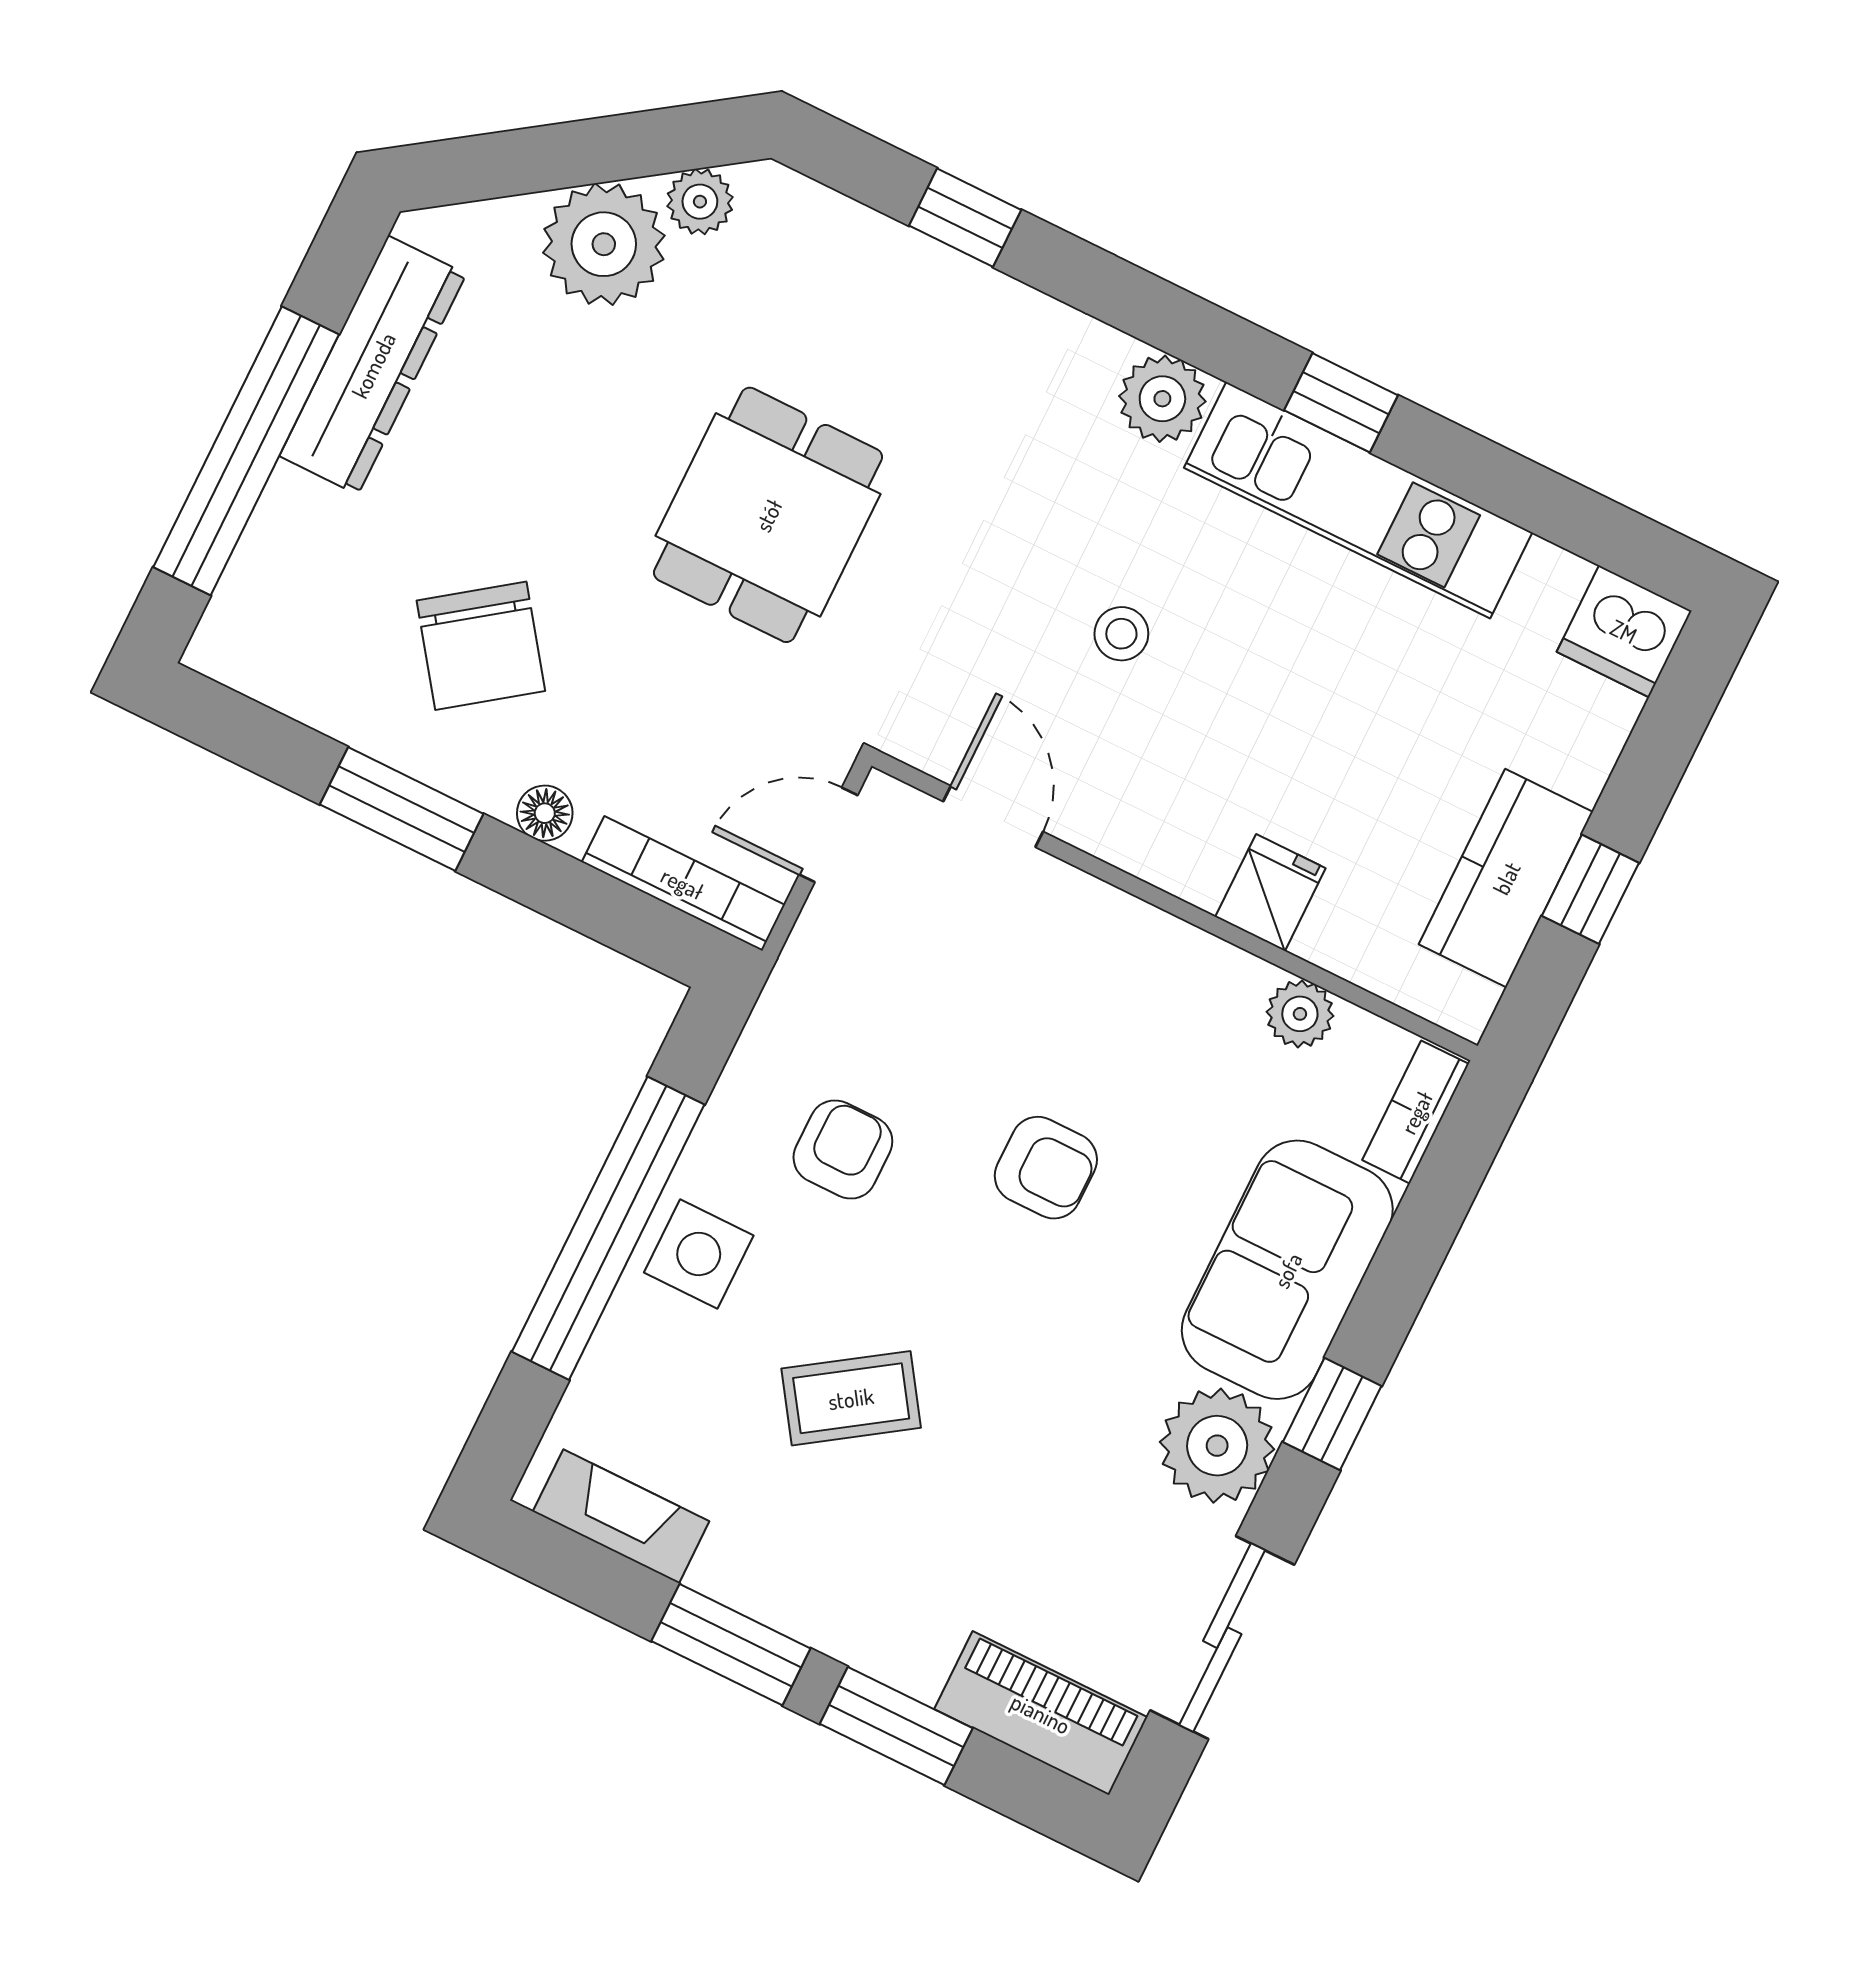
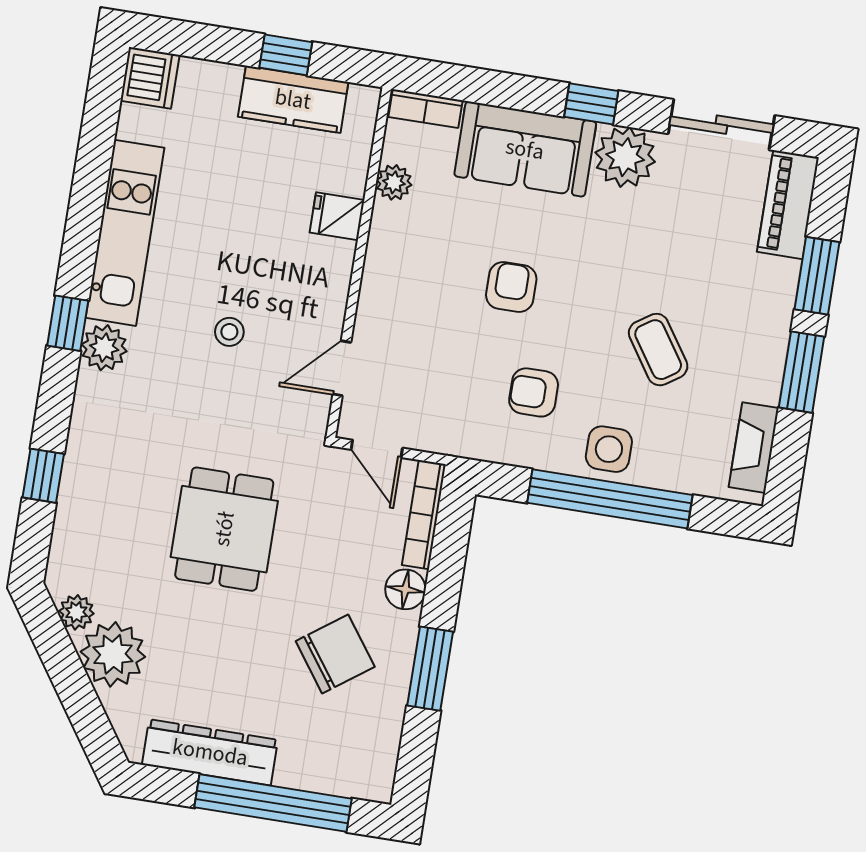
window: (1341, 403) -> (68, 323), moved
dining table: (768, 515) -> (224, 529), turned 90
floor lamp: (545, 813) -> (405, 589), width x1.37, depth x1.37

